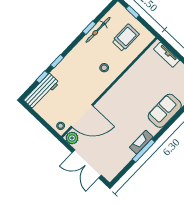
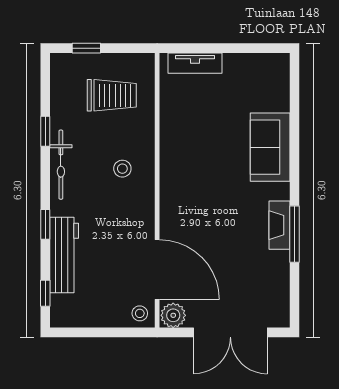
bicycle: (98, 30) -> (61, 165), moved
trolley: (126, 38) -> (112, 95), turned 90
window: (42, 77) -> (45, 293), moved
workbench: (41, 91) -> (64, 255), moved
door: (82, 116) -> (157, 270), hinge flipped

